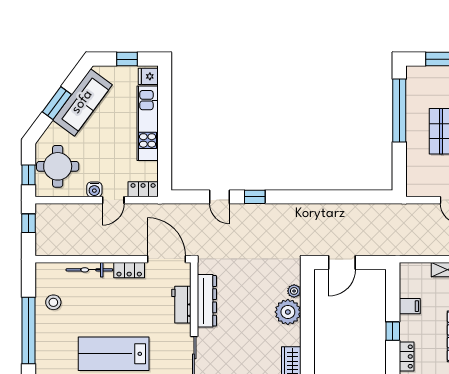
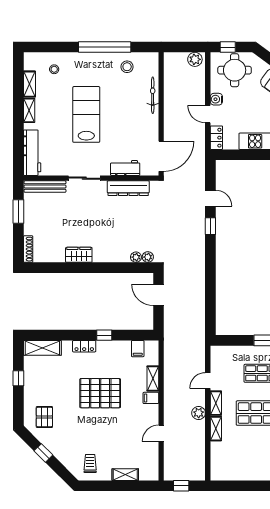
door: (220, 197) -> (210, 198), swing flipped
plant: (44, 216) -> (195, 59), added
window: (28, 223) -> (190, 47), removed
locker: (129, 270) -> (152, 127), removed
filing cabinet: (410, 306) -> (138, 349), moved
plant: (288, 312) -> (148, 257), moved, width x0.53, depth x0.53

